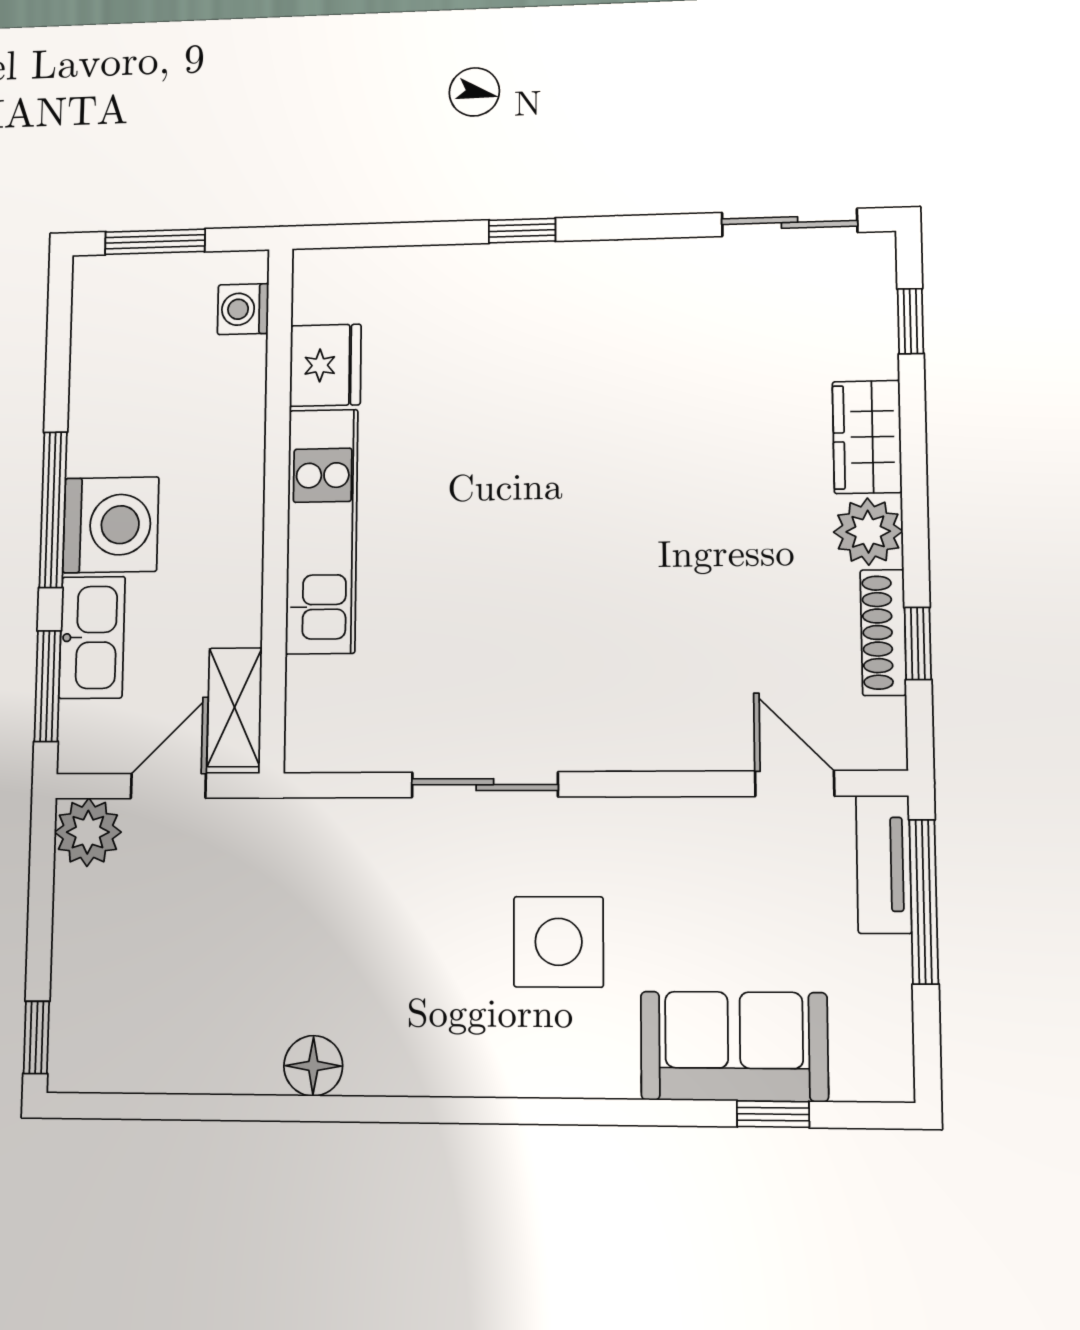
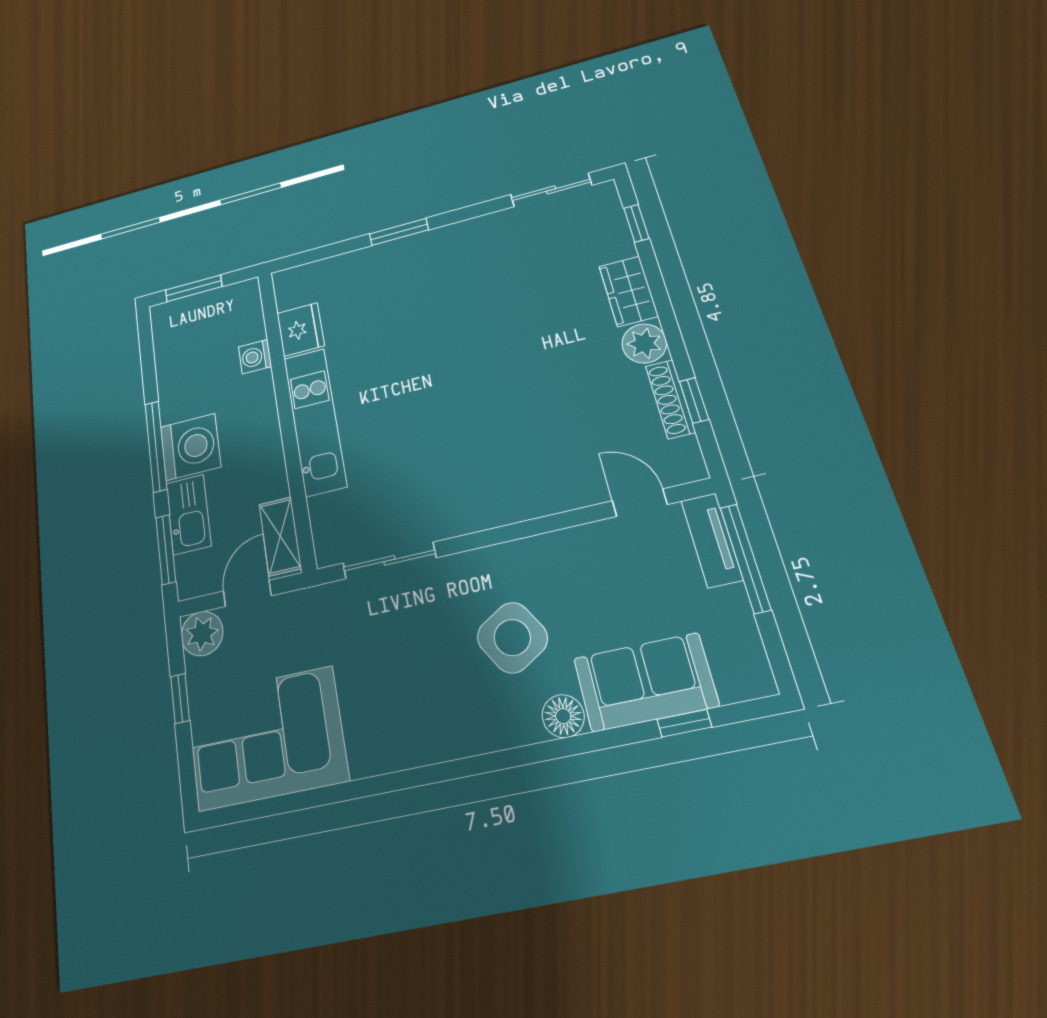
window: (522, 231) -> (399, 232), width x1.50
washing machine: (243, 309) -> (255, 357), moved
sliding door: (485, 785) -> (389, 560), moved
side table: (559, 942) -> (512, 638), turned -31
corner sofa: (164, 1009) -> (266, 738), added
window: (36, 1037) -> (180, 698), moved
floor lamp: (313, 1066) -> (563, 716), moved

